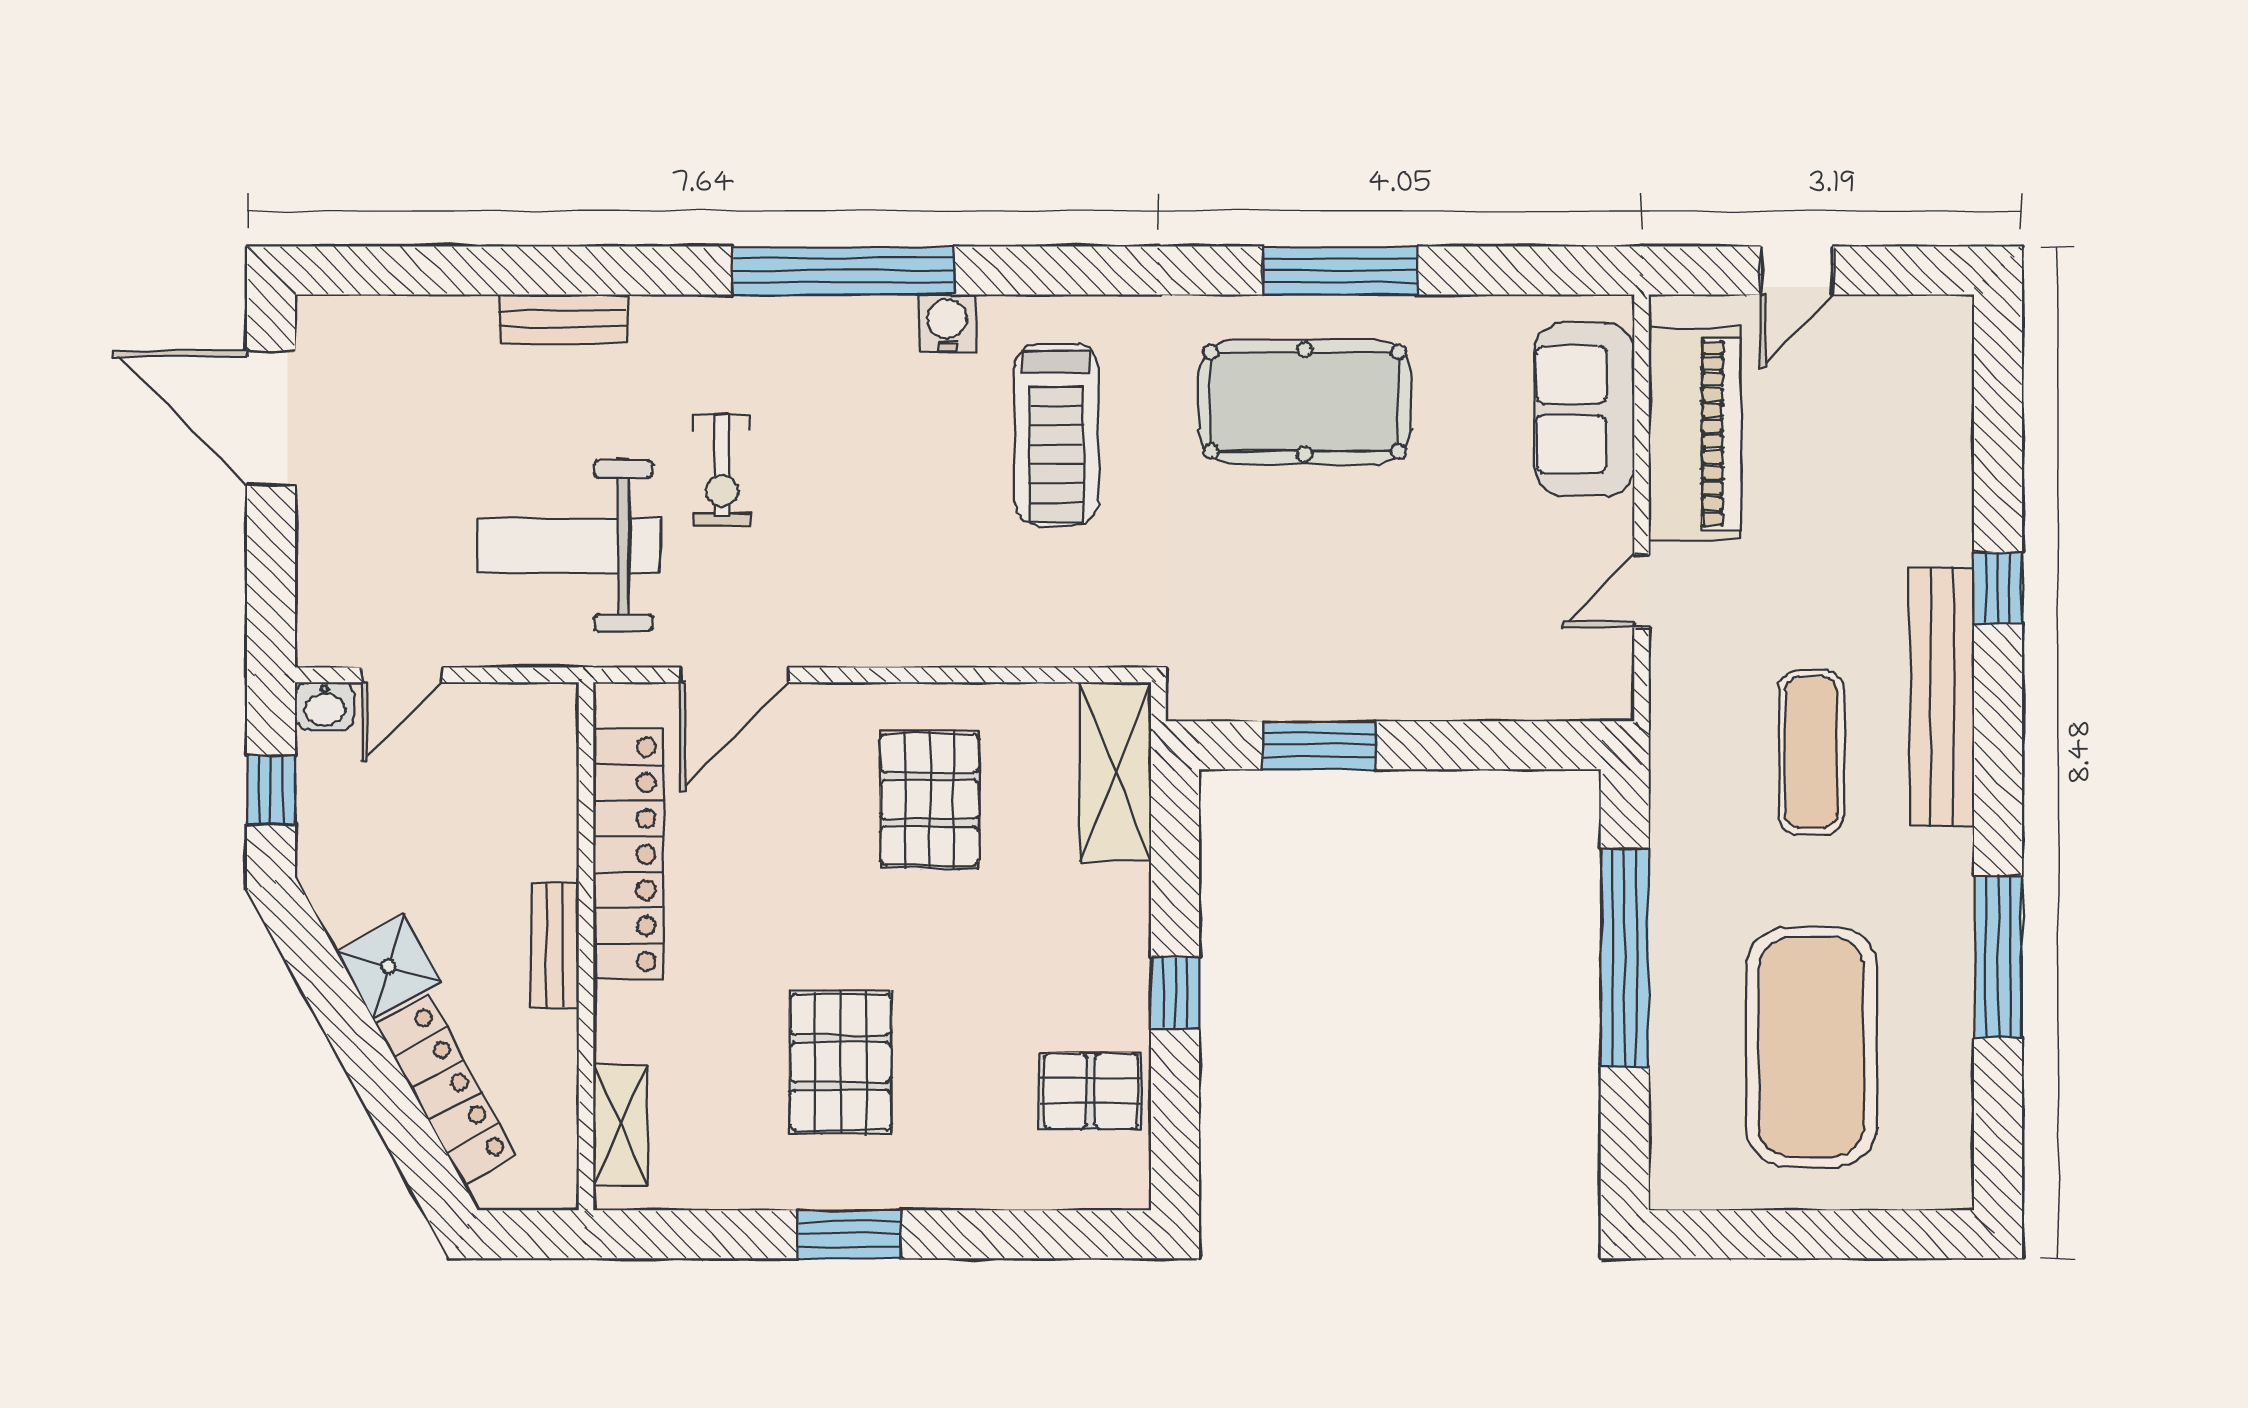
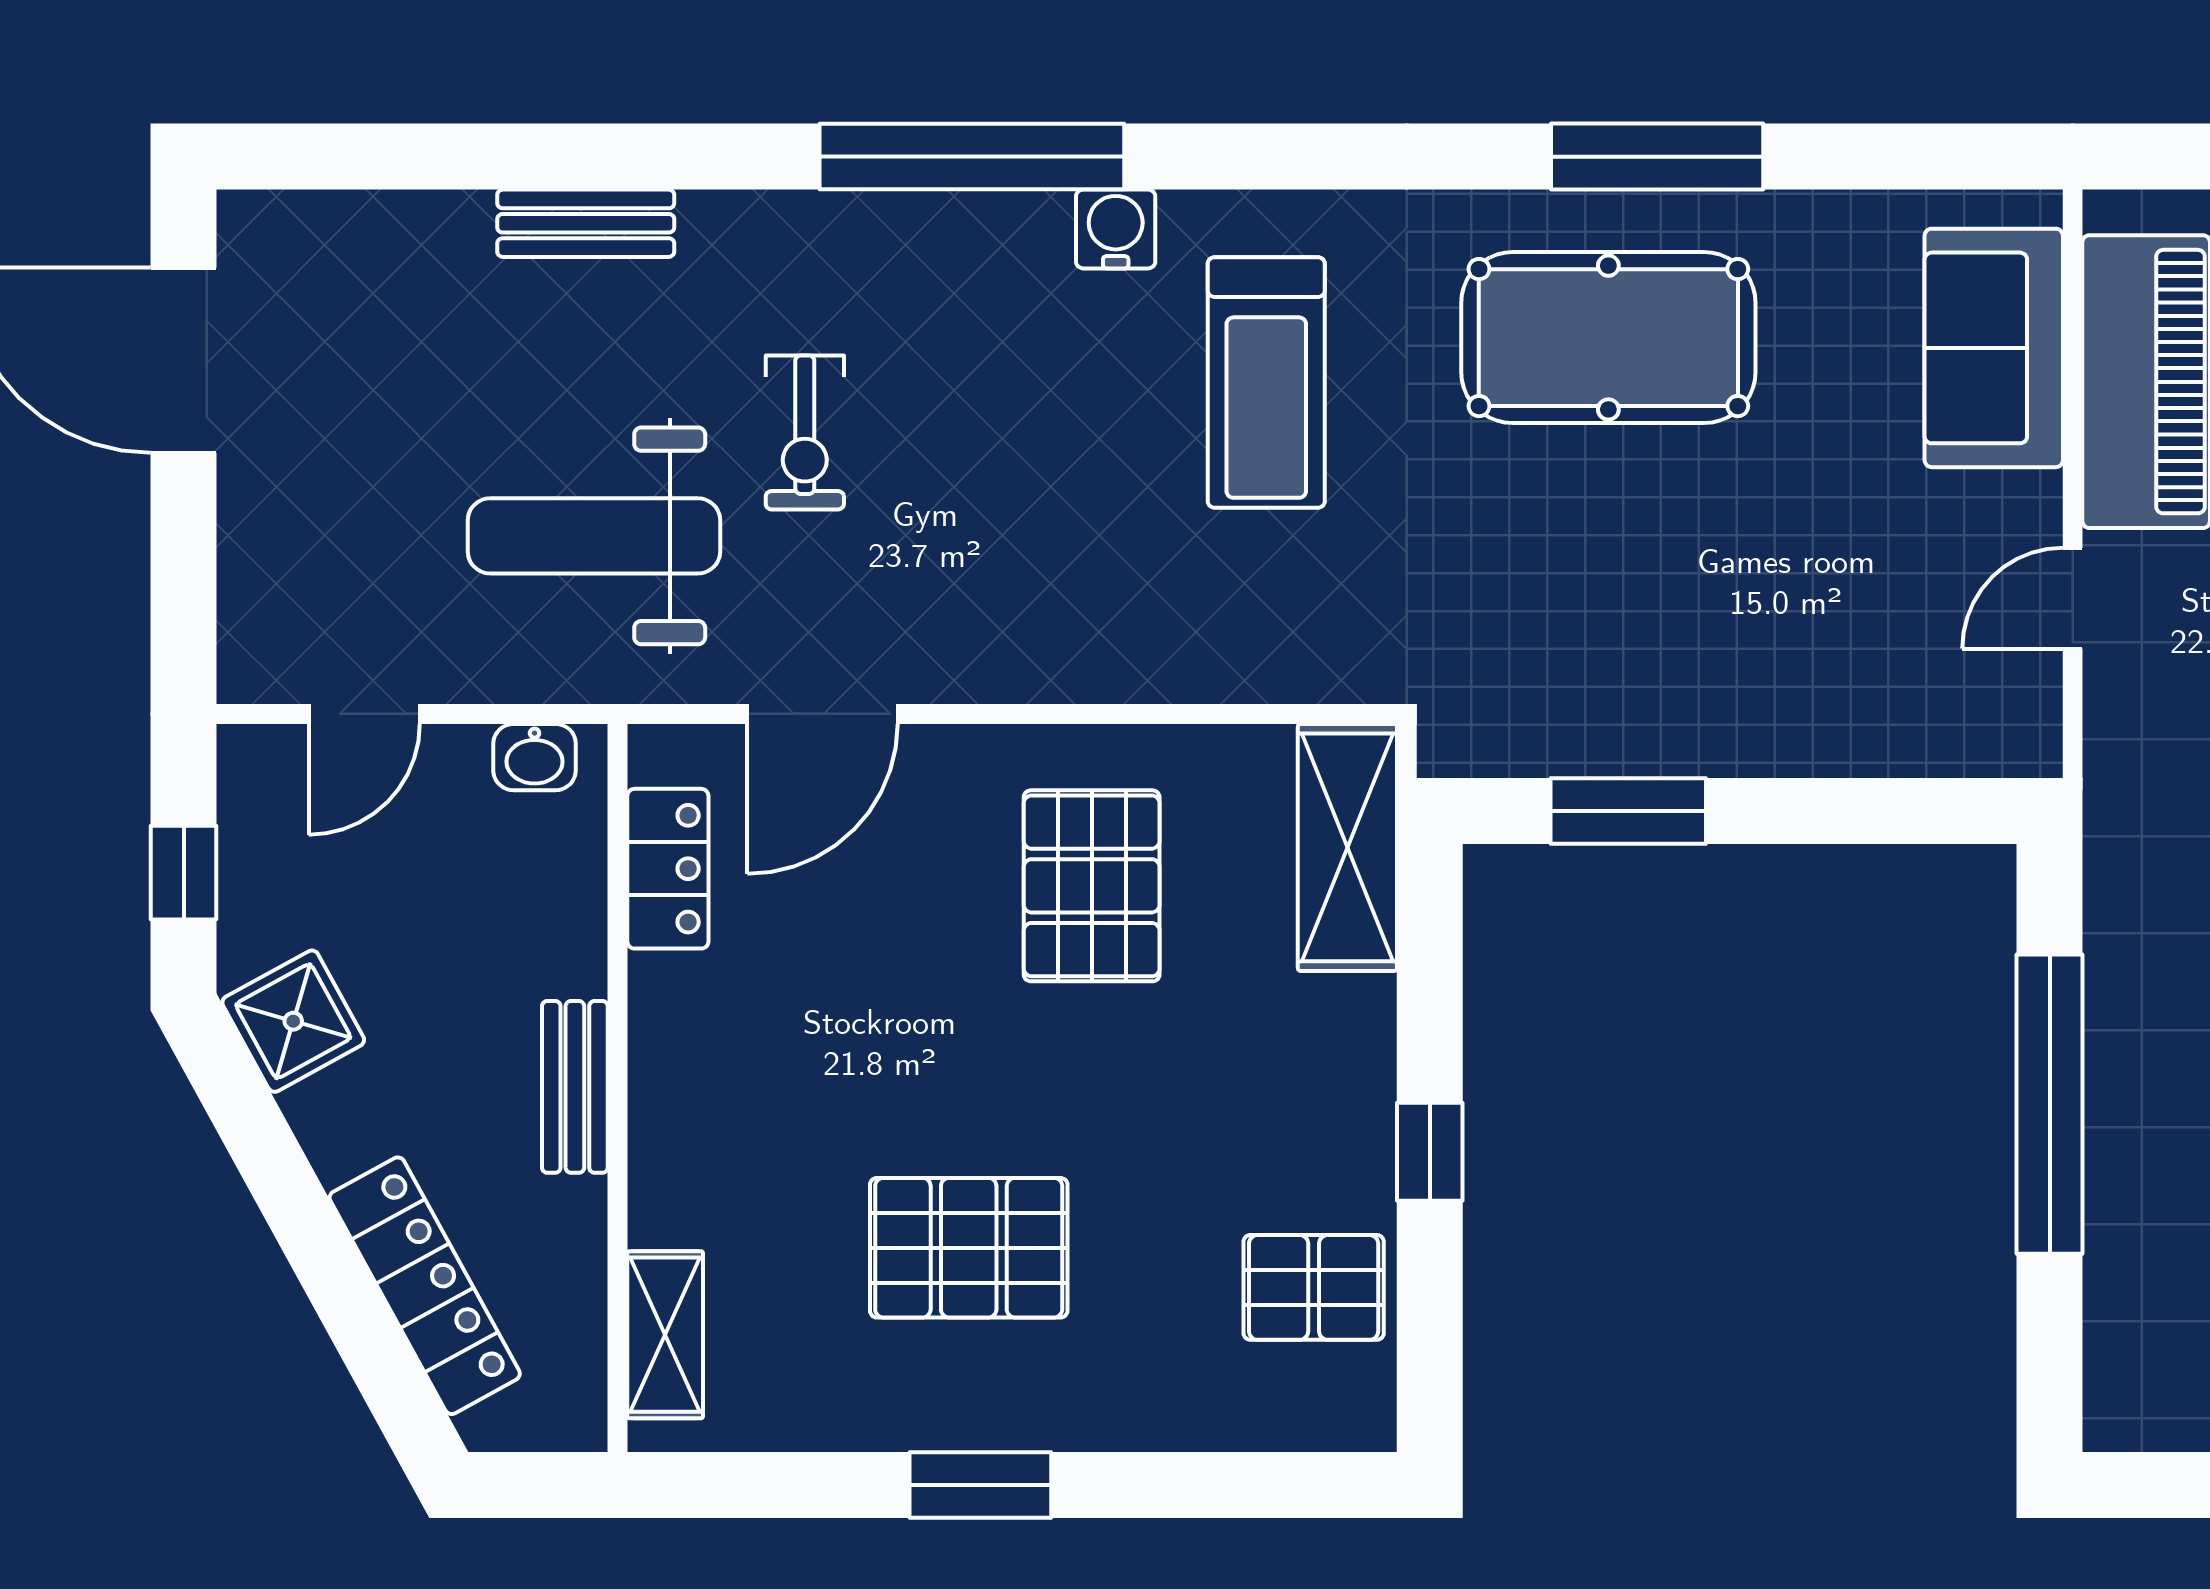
washbasin: (325, 706) -> (535, 757), moved
locker: (629, 854) -> (668, 869), width x0.46, depth x0.83
shower: (388, 966) -> (293, 1021), moved
pallet: (841, 1062) -> (969, 1248), turned 90

